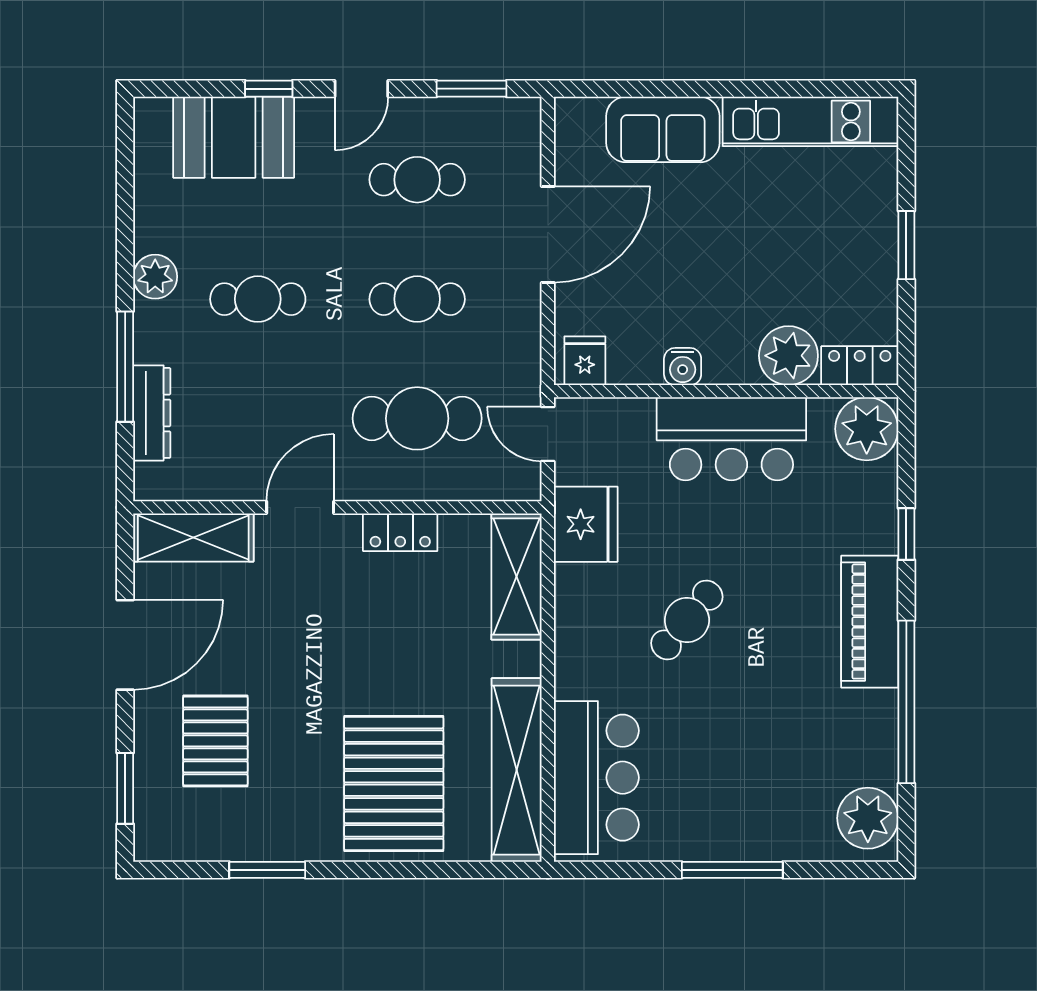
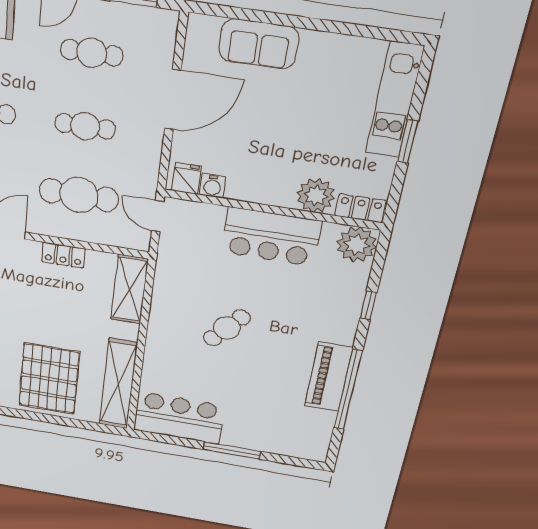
kitchen unit: (810, 121) -> (394, 100), moved, turned 90
water cooler: (683, 367) -> (212, 186), moved
fridge: (586, 524) -> (174, 269), removed
piano: (870, 622) -> (328, 377), moved
bar counter: (596, 778) -> (179, 418), moved, turned -90
plant: (868, 818) -> (313, 440), removed

